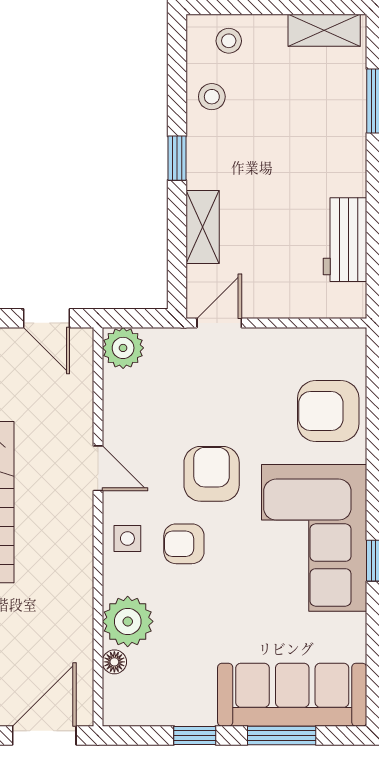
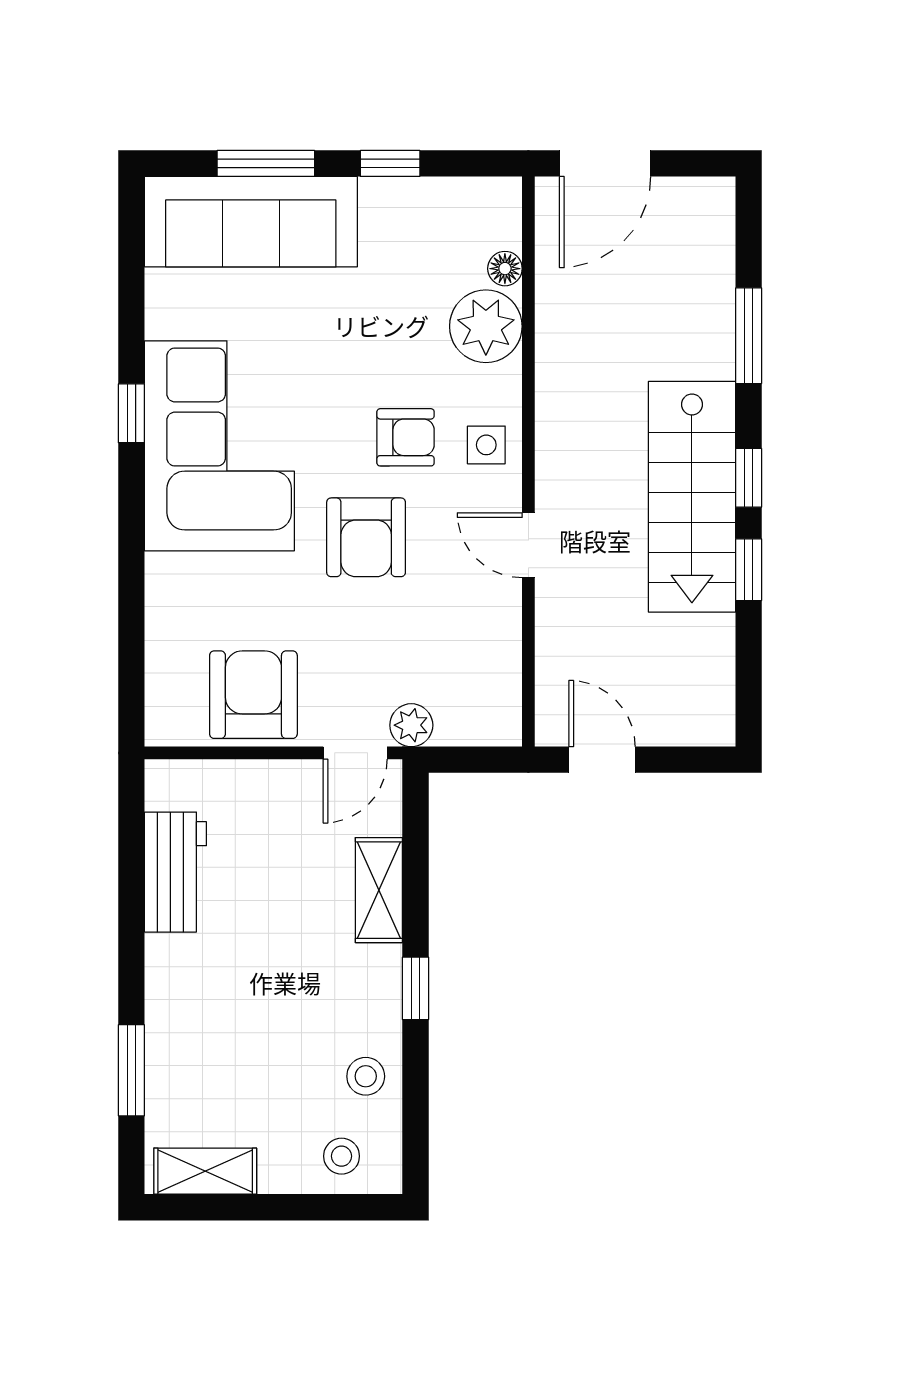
plant: (123, 348) -> (411, 725), moved, width x0.73, depth x0.73
armchair: (328, 411) -> (253, 695), moved, turned -90

